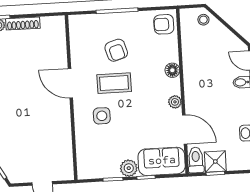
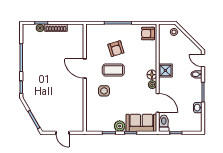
floor lamp: (172, 70) -> (152, 75), moved
shower: (215, 161) -> (165, 71), moved

